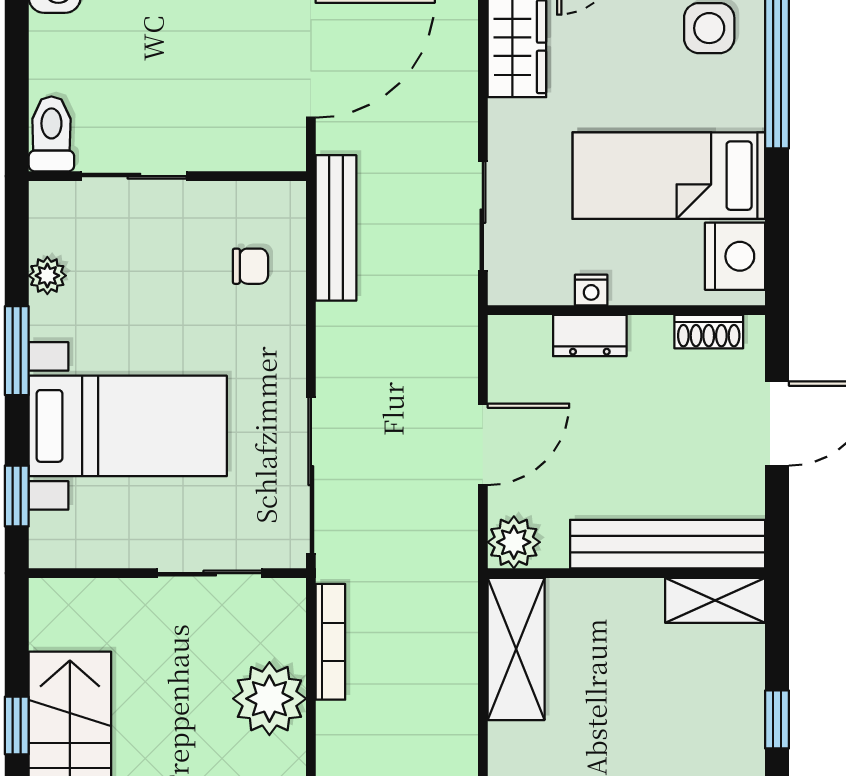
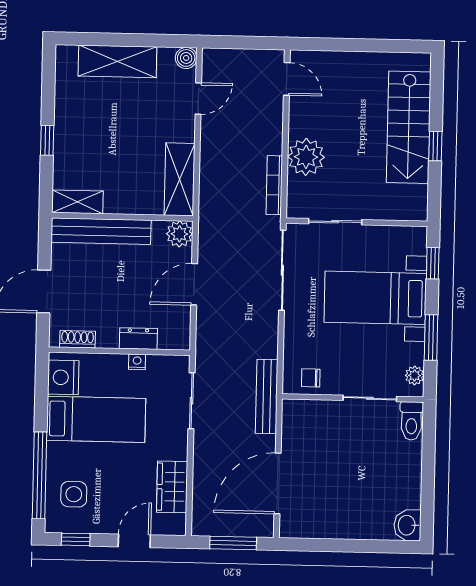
toilet: (51, 134) -> (411, 421), moved
sliding door: (134, 176) -> (370, 398), moved
wall: (167, 176) -> (353, 398), moved

